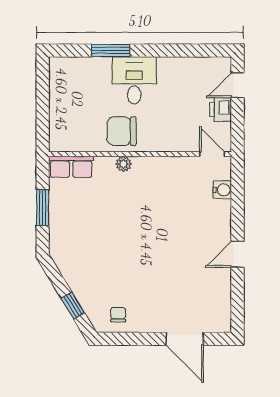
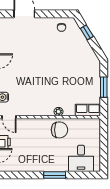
window: (111, 51) -> (55, 175), moved
desk: (134, 80) -> (81, 158), moved

